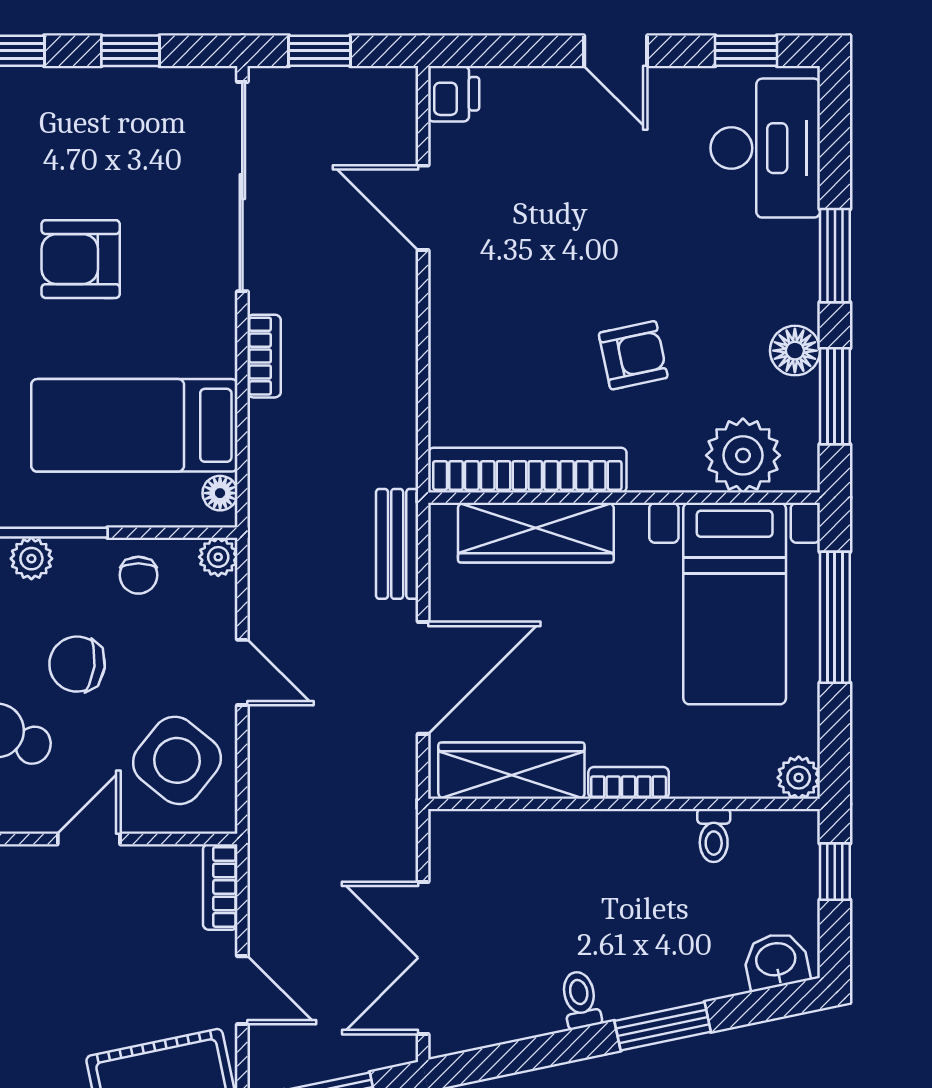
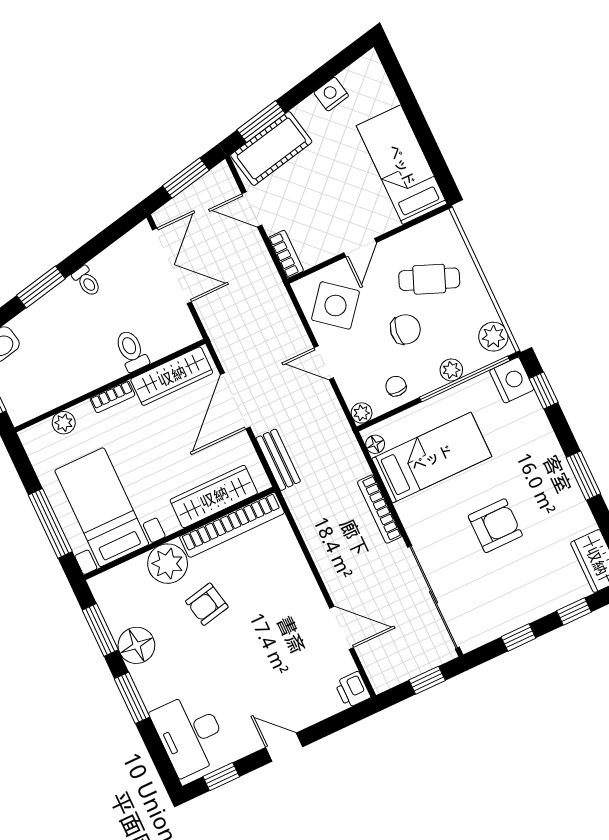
floor lamp: (795, 351) -> (136, 645), width x1.38, depth x1.38
bookcase: (264, 356) -> (380, 509), width x1.56
plant: (743, 455) -> (168, 564), moved
plant: (799, 778) -> (64, 423), moved
toilet: (714, 836) -> (131, 351), moved, width x1.37, depth x1.39

